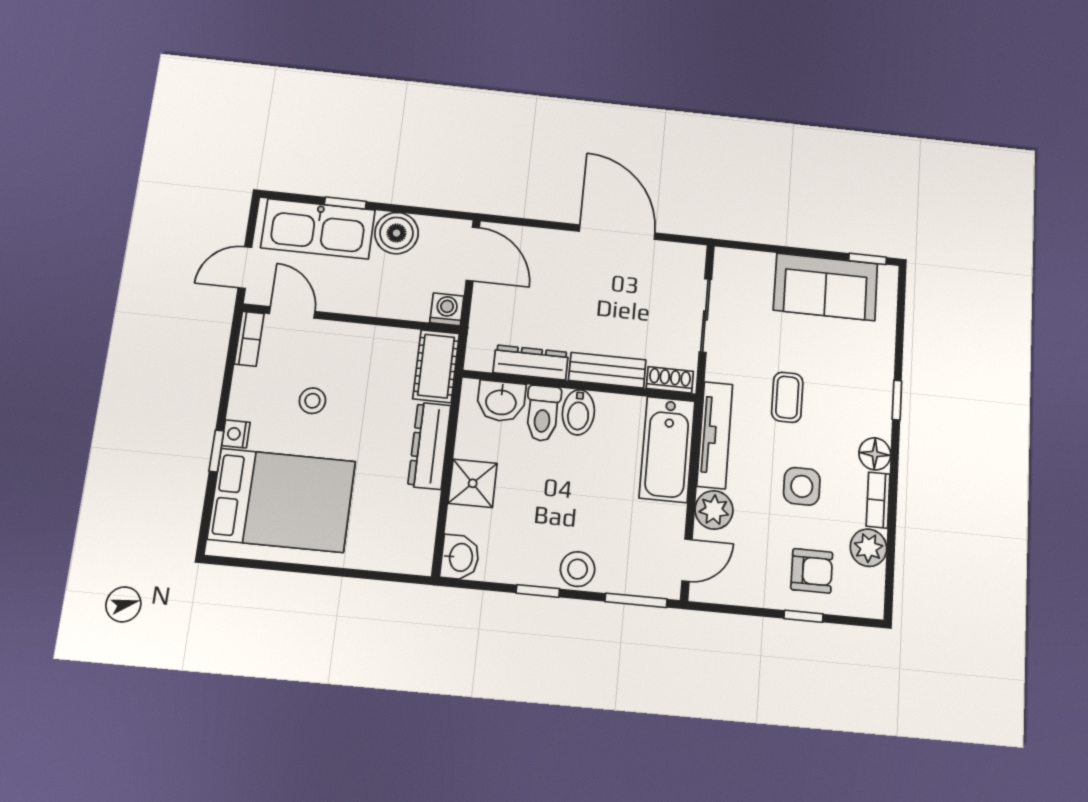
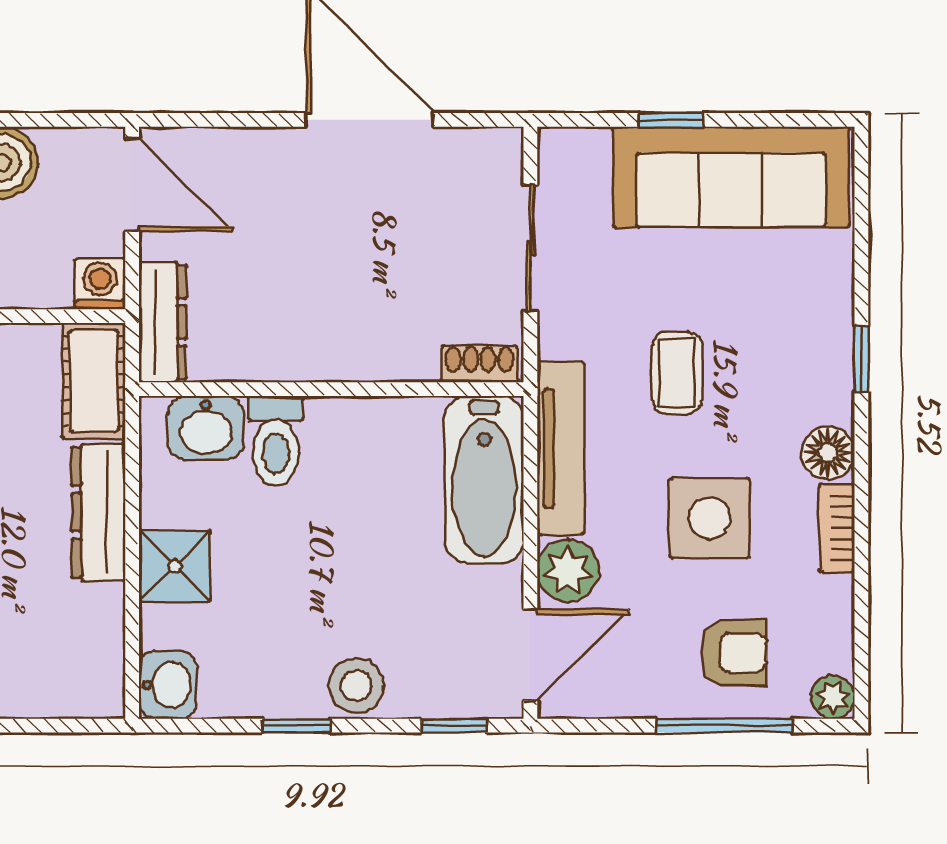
window: (868, 259) -> (671, 120), moved
sofa: (826, 287) -> (731, 177), width x1.36
dresser: (531, 362) -> (162, 322), moved, turned 90
bench: (607, 370) -> (375, 359), removed
bidet: (578, 412) -> (334, 433), removed
side table: (802, 486) -> (710, 518), width x1.37, depth x1.37
plant: (868, 548) -> (833, 697), moved, width x0.73, depth x0.73
door: (687, 560) -> (530, 655), width x1.38
window: (636, 600) -> (454, 726), width x0.67
window: (804, 616) -> (724, 726), width x2.17

